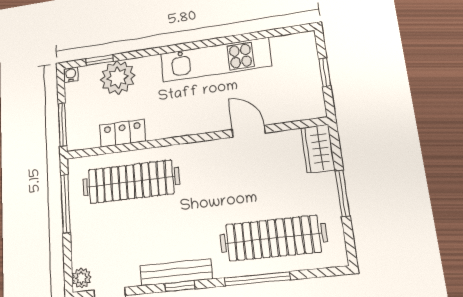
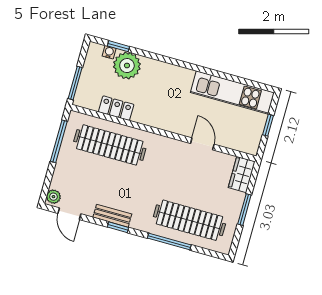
kitchen unit: (215, 60) -> (232, 93), moved
water cooler: (71, 75) -> (109, 52), moved
bench: (176, 272) -> (112, 216), width x0.73

